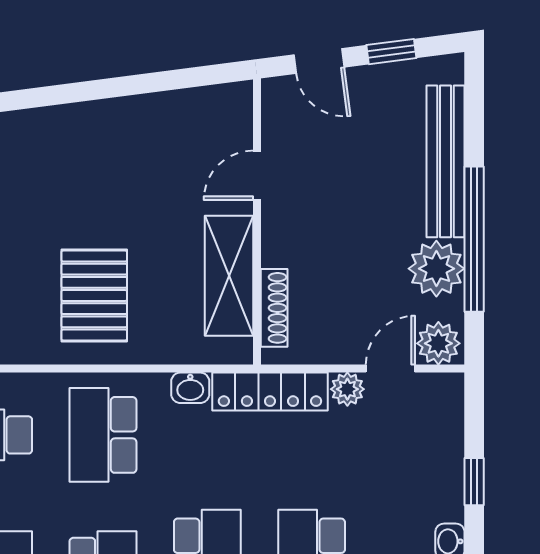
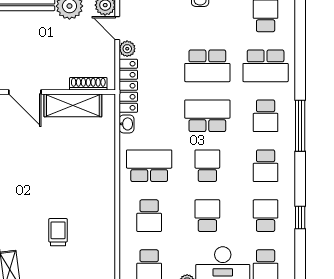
door: (257, 175) -> (25, 92), width x1.38
pallet: (94, 296) -> (82, 170), removed
school desk: (103, 435) -> (149, 166), turned 180

